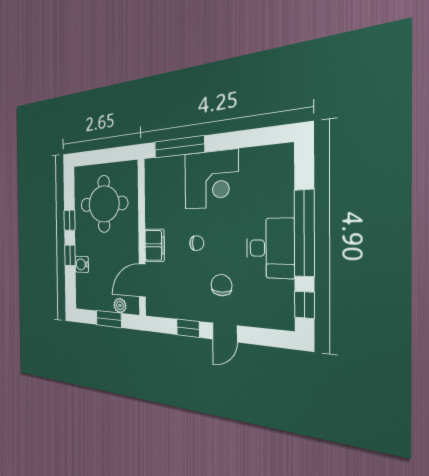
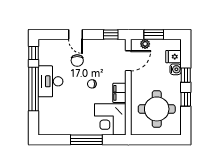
window: (179, 147) -> (86, 140), moved
corner desk: (211, 180) -> (110, 119), moved, turned -90
filing cabinet: (154, 245) -> (119, 93), moved
fridge: (84, 283) -> (173, 57), added
window: (188, 328) -> (111, 34), moved
door: (225, 332) -> (75, 34), swing flipped

